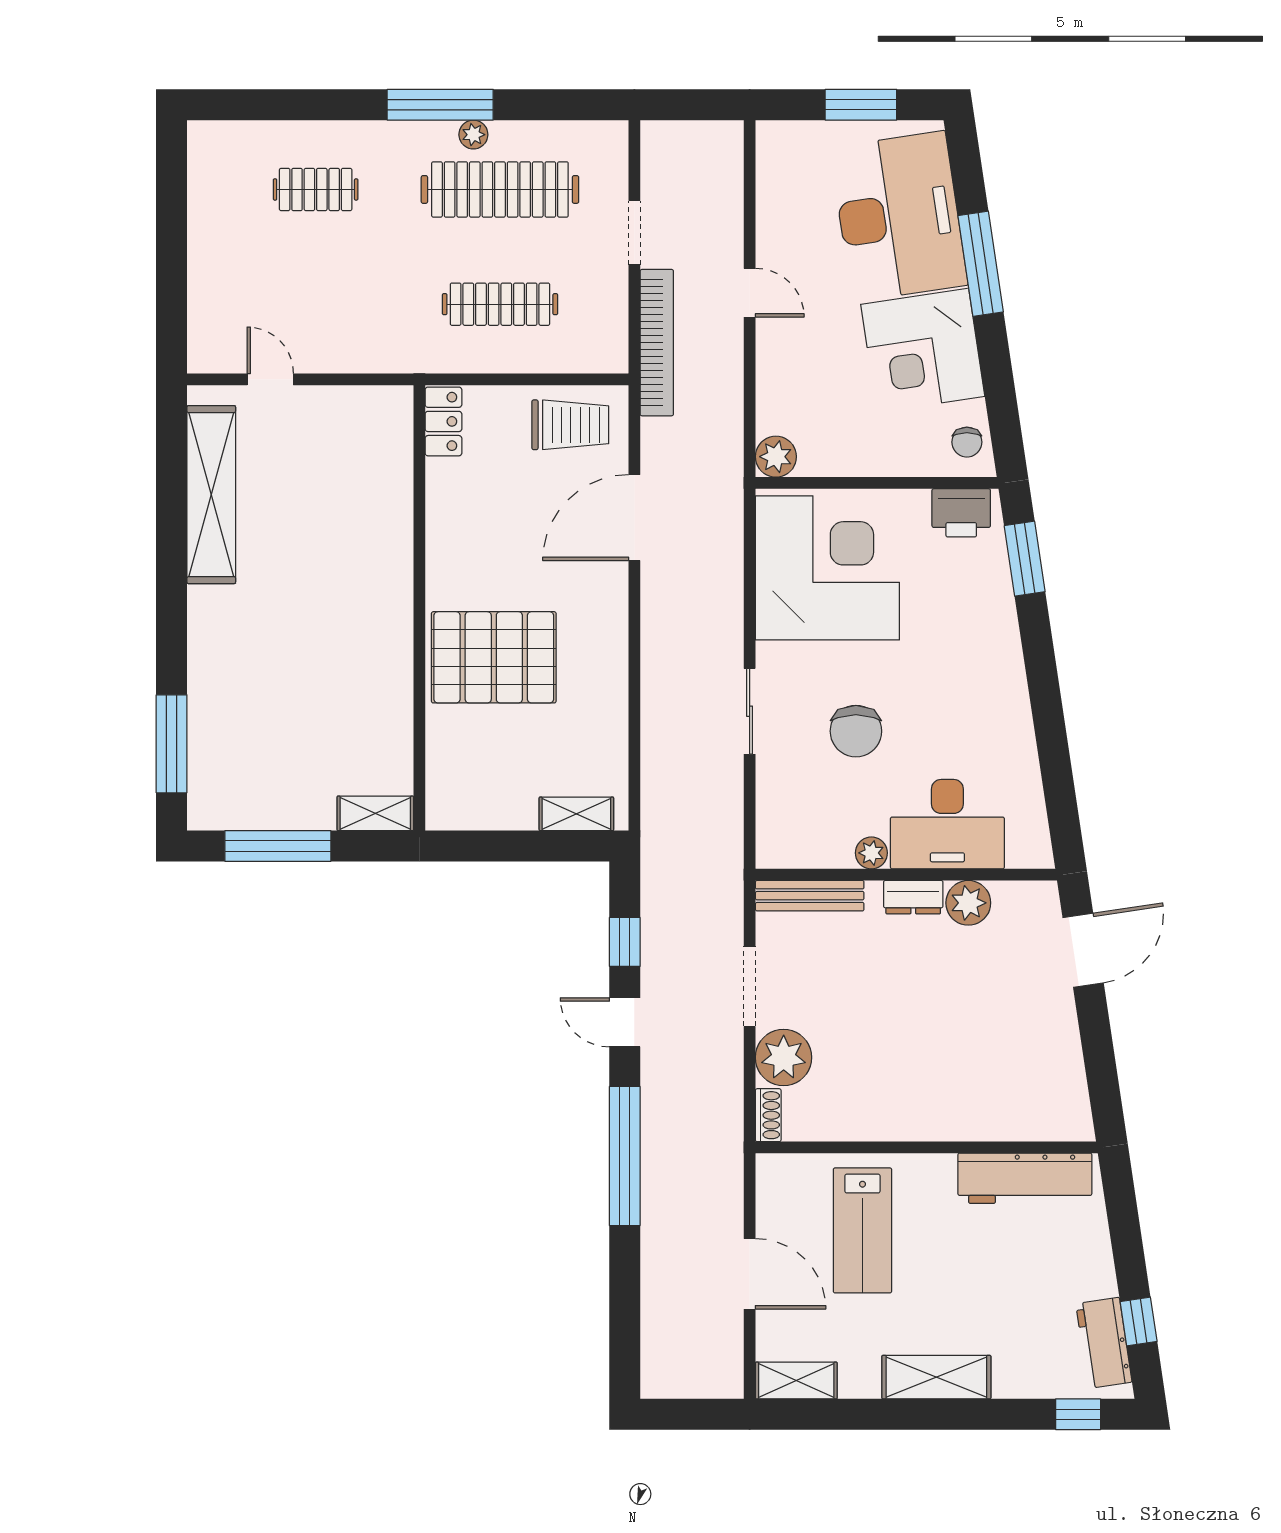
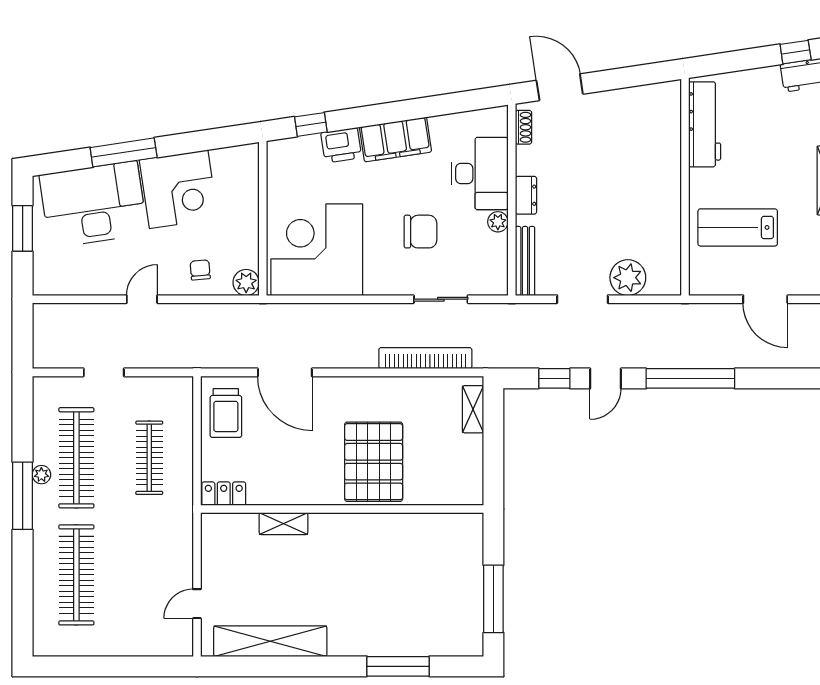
clothes rail: (316, 189) -> (76, 575), width x1.86, depth x1.31
bookcase: (657, 343) -> (425, 358), moved
trolley: (570, 425) -> (226, 413), turned 180
chair: (967, 442) -> (200, 270), moved, turned -95
printer: (961, 513) -> (341, 145), moved, turned 82
window: (1025, 559) -> (311, 124), width x0.67
filing cabinet: (1001, 692) -> (395, 140), added
sliding door: (750, 711) -> (441, 299), moved
window: (172, 744) -> (398, 666), moved
shelving: (375, 813) -> (283, 524), moved, turned 90
plant: (968, 903) -> (530, 160), removed
shoe rack: (768, 1115) -> (524, 127), moved, turned 90
lab bench: (862, 1230) -> (738, 227), turned 180
door: (750, 1274) -> (765, 299), swing flipped

